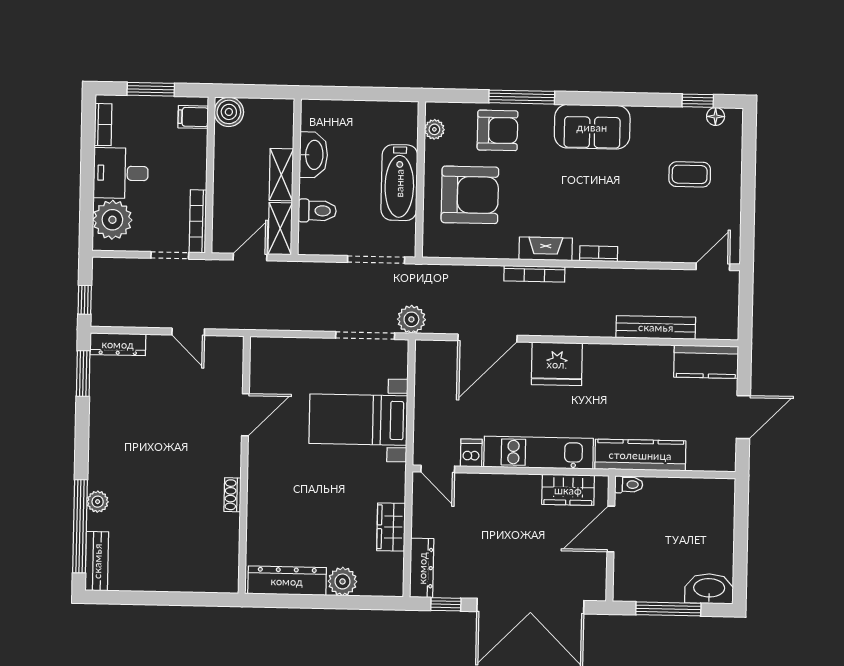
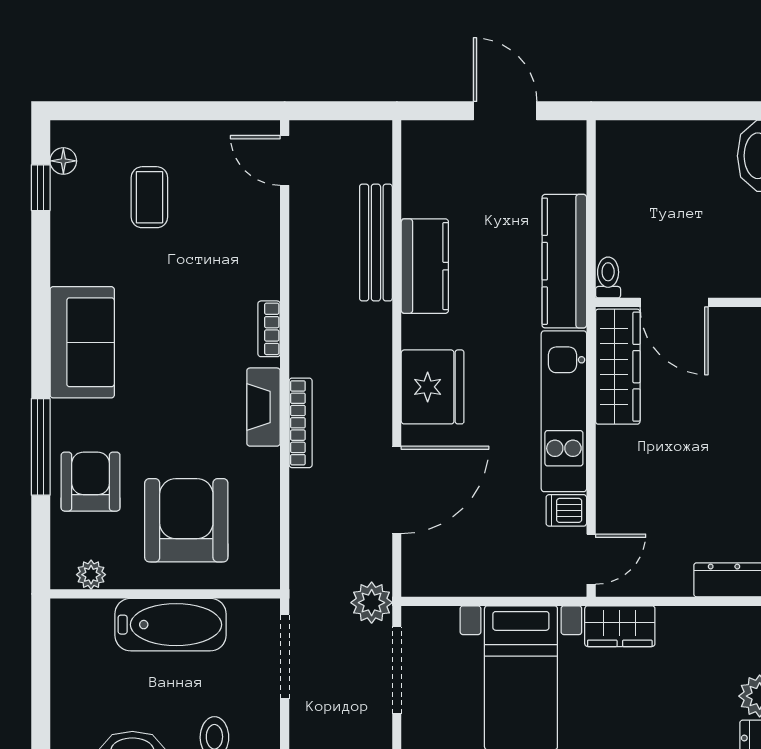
door: (488, 338) -> (397, 490), hinge flipped
kitchen counter: (706, 362) -> (425, 266), moved
wardrobe: (568, 490) -> (618, 367), width x1.50
wardrobe: (391, 527) -> (620, 626), moved

